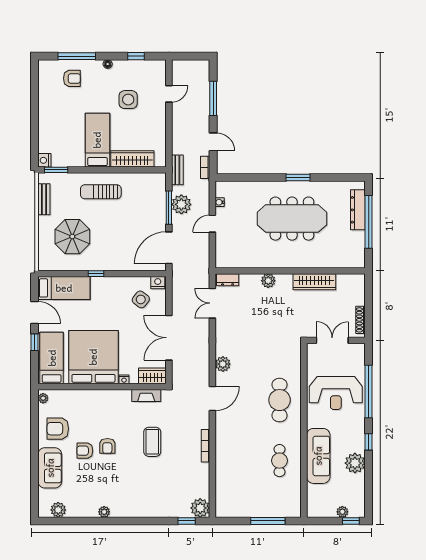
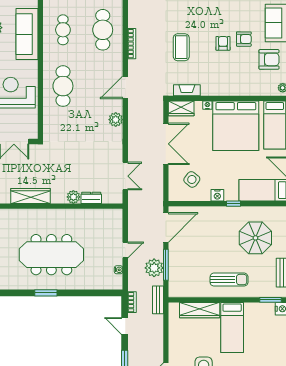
dresser: (228, 280) -> (91, 198), moved
nightstand: (158, 283) -> (217, 195), moved
cafe table: (237, 461) -> (103, 30), added

